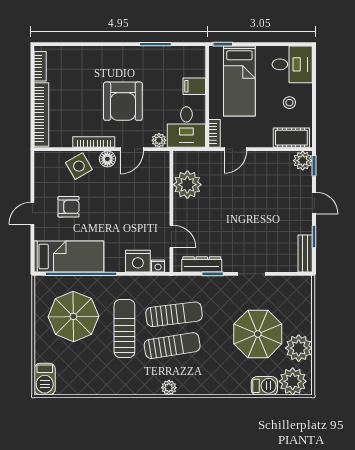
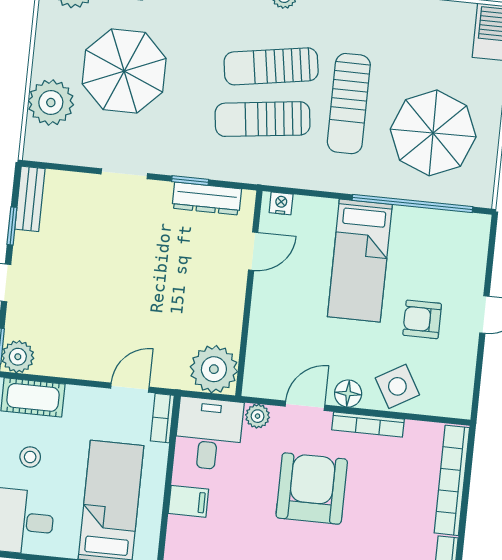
plant: (187, 185) -> (214, 369), moved
door: (171, 236) -> (253, 251), swing flipped
bed: (69, 257) -> (360, 261), moved, turned -90
nightstand: (138, 261) -> (314, 215), removed
plant: (299, 348) -> (51, 103), moved

